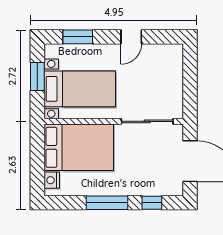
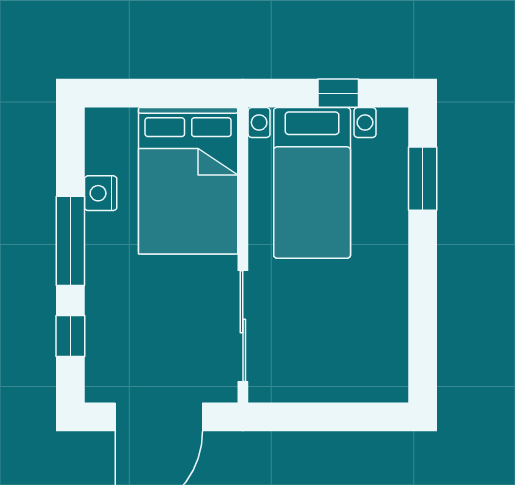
door: (131, 37) -> (423, 292), removed
window: (37, 76) -> (338, 93), width x0.67
nightstand: (52, 180) -> (101, 193), moved, turned -90

